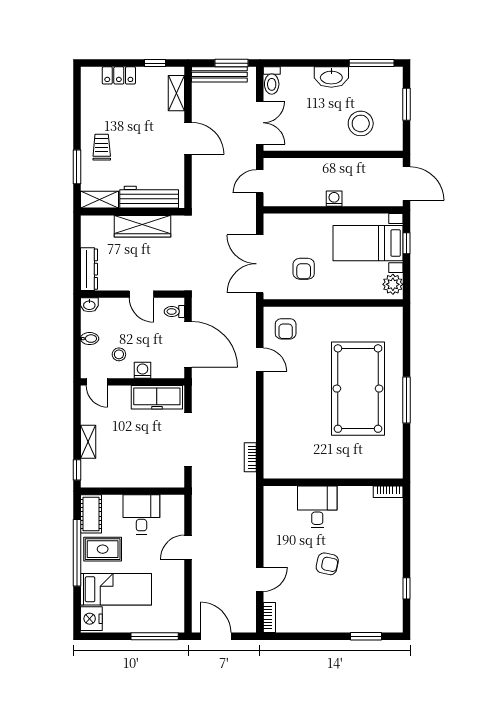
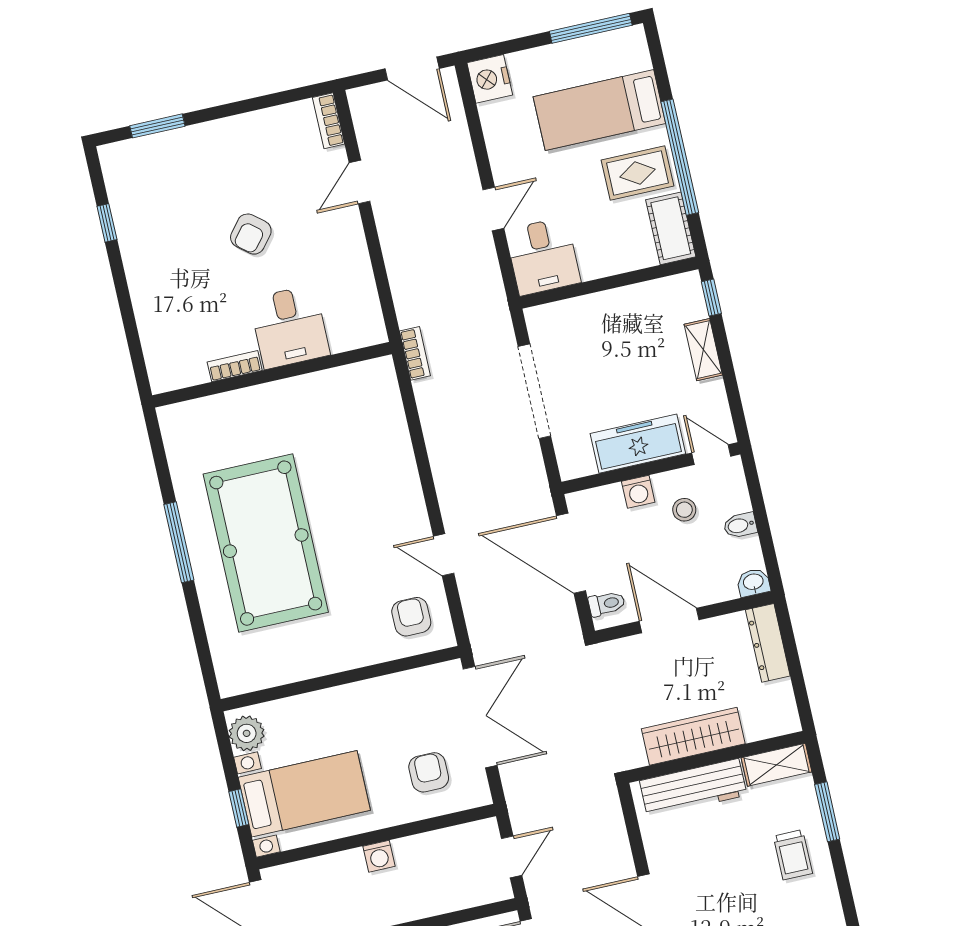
armchair: (304, 269) -> (429, 772), moved
door: (141, 294) -> (669, 621), width x1.38
freezer: (157, 397) -> (638, 444), moved
bookcase: (250, 457) -> (415, 353), moved
bookcase: (388, 492) -> (235, 366), moved
desk: (141, 514) -> (543, 256), moved
armchair: (327, 564) -> (251, 234), turned -63
nightstand: (91, 619) -> (490, 79), moved, turned 180
window: (155, 636) -> (591, 28), moved

